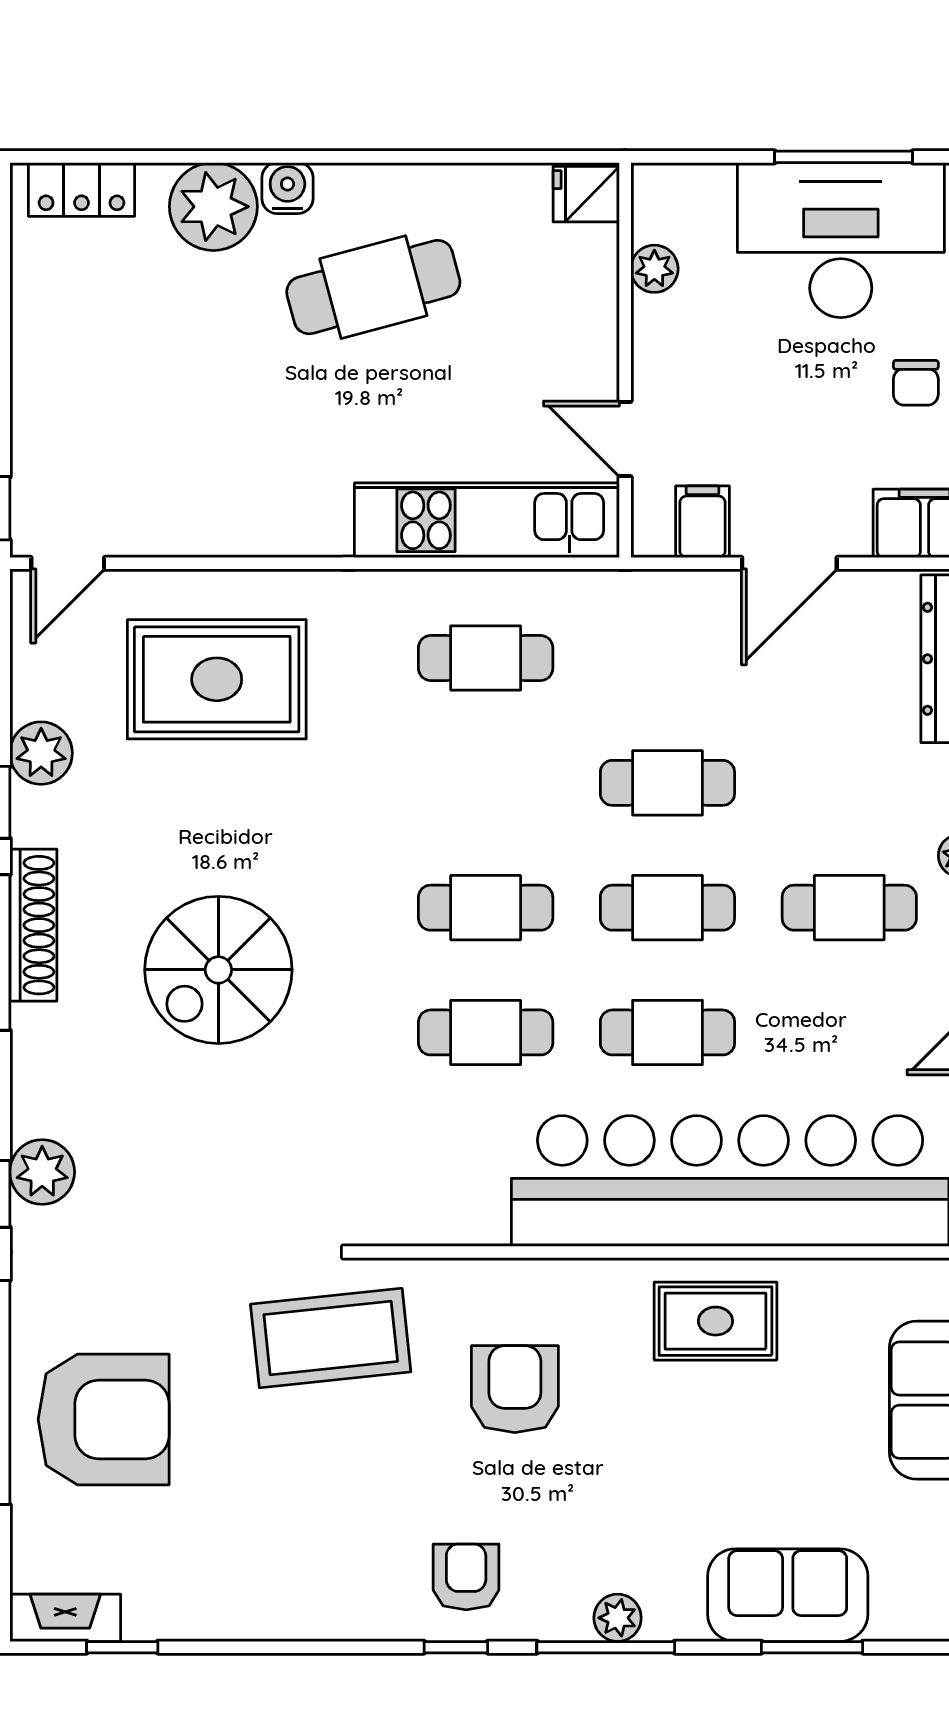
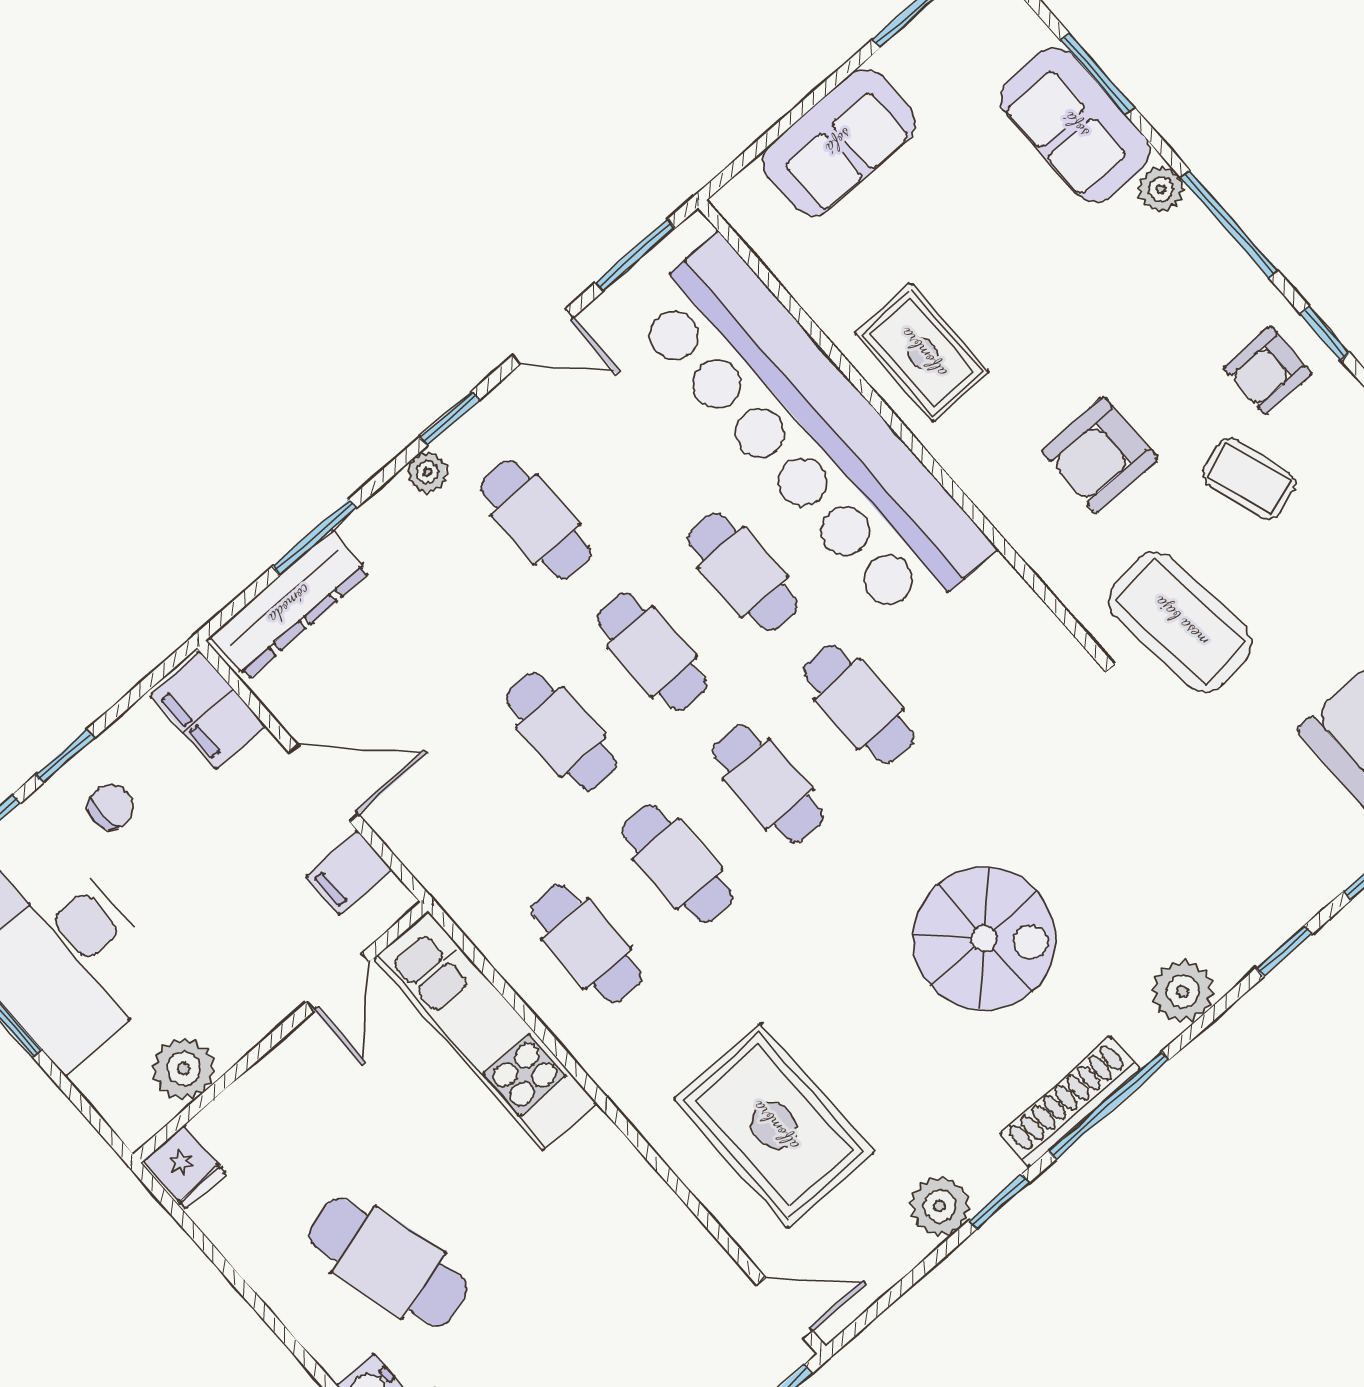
plant: (654, 269) -> (183, 1069), width x1.38, depth x1.38
cafe table: (486, 783) -> (677, 864), added
plant: (42, 1172) -> (1183, 991), moved
coffee table: (395, 1489) -> (1249, 479), added
plant: (618, 1618) -> (1161, 189), moved

